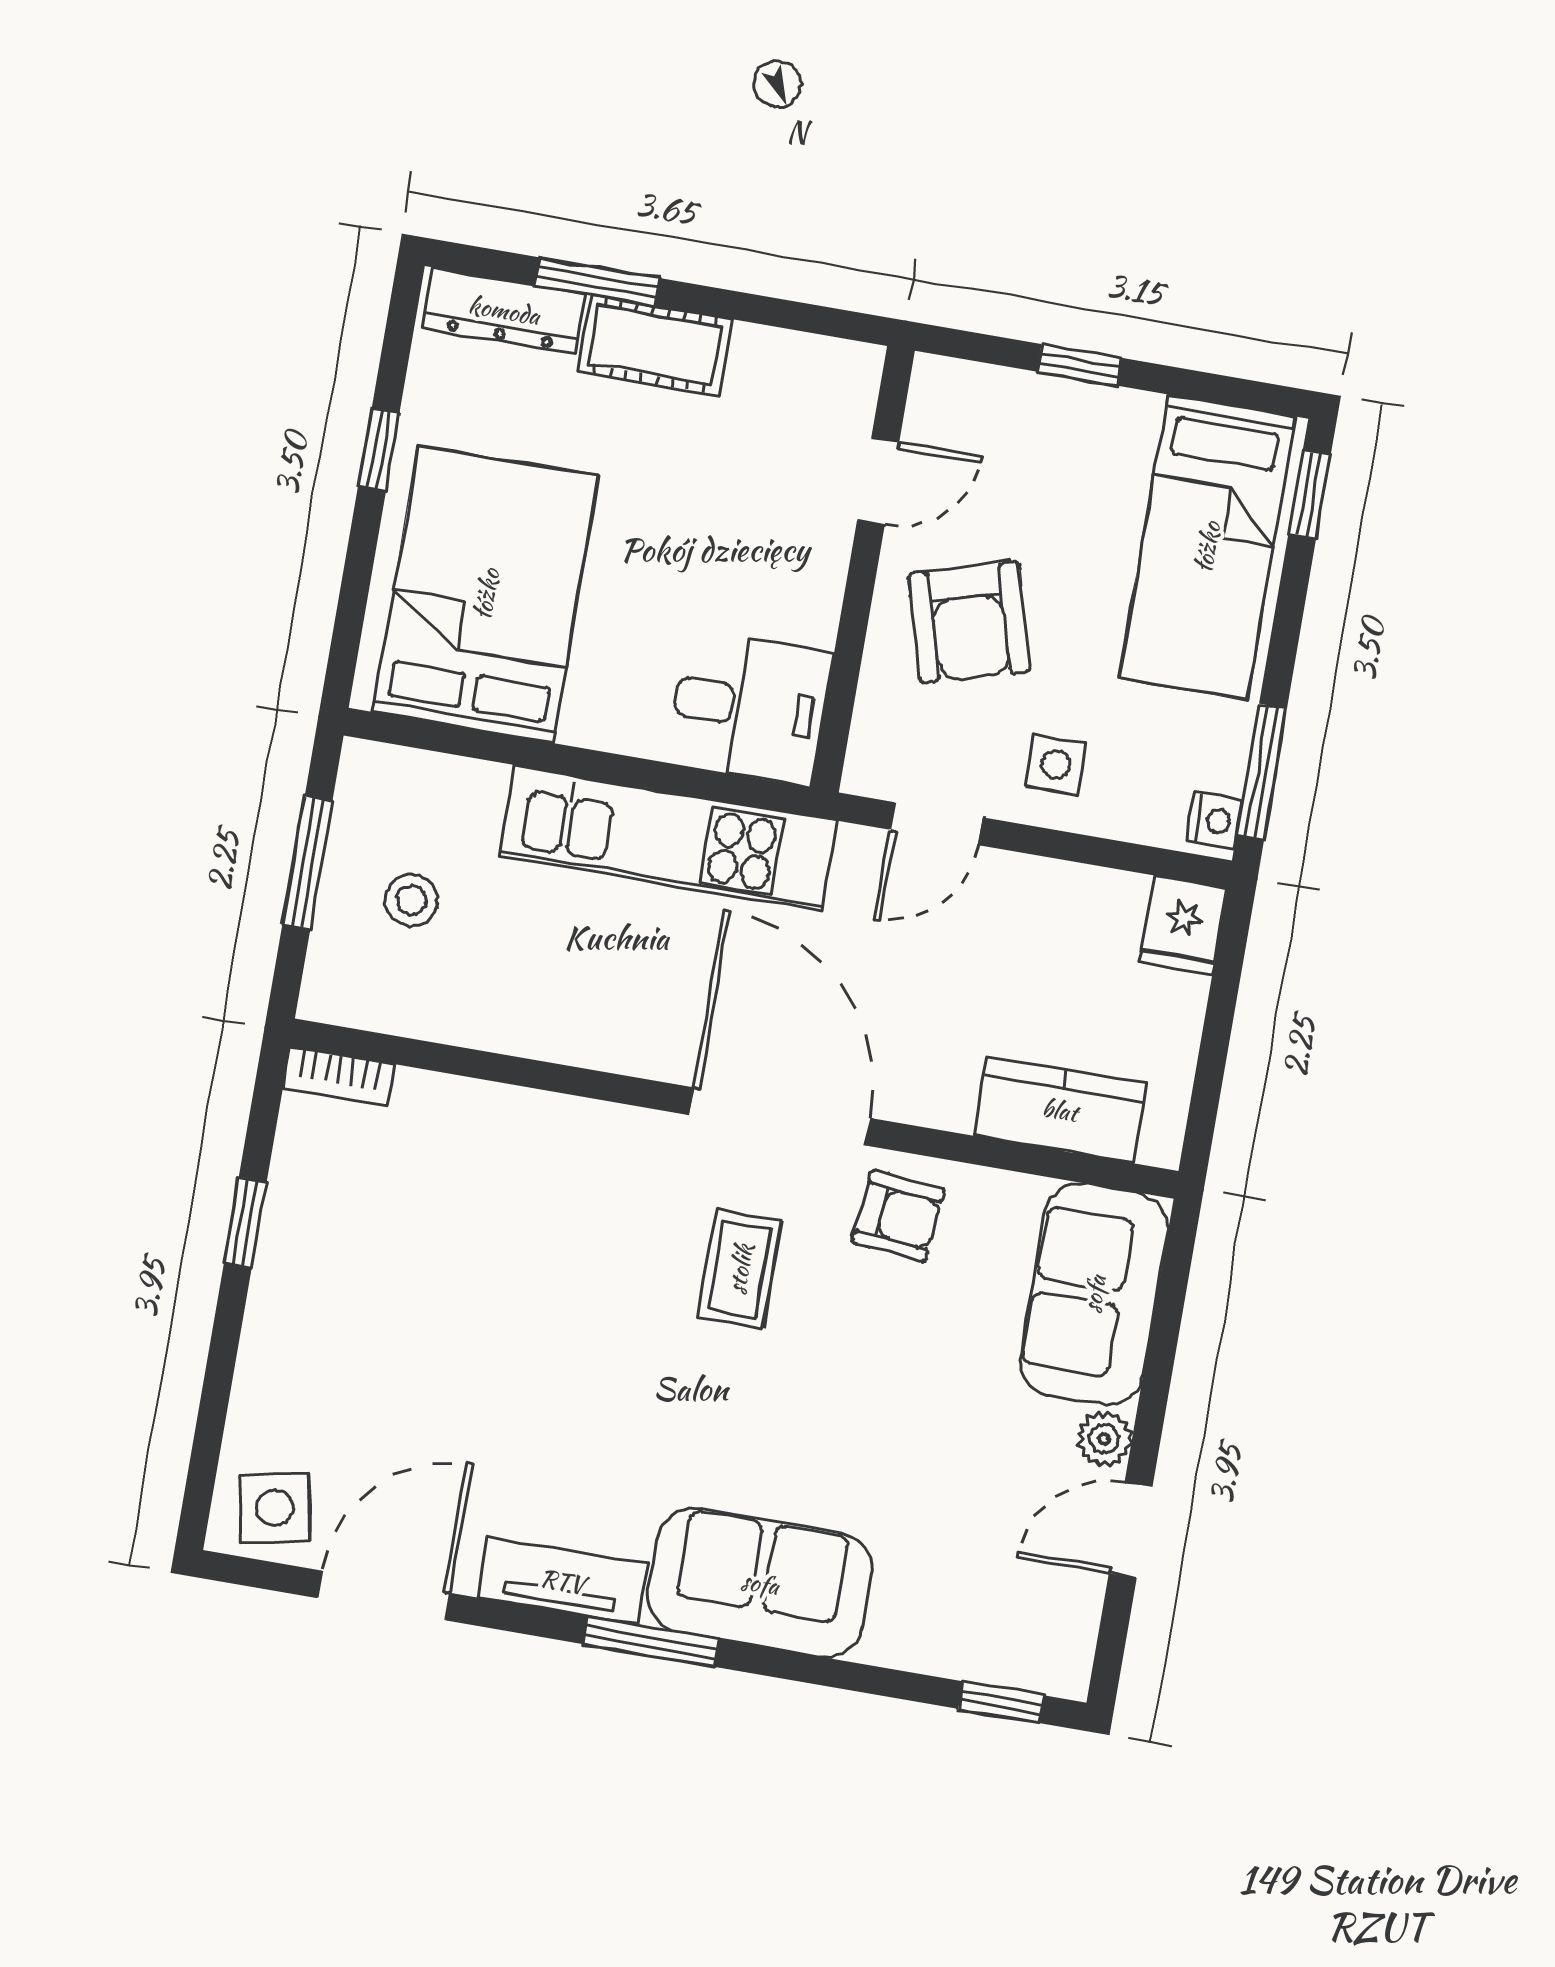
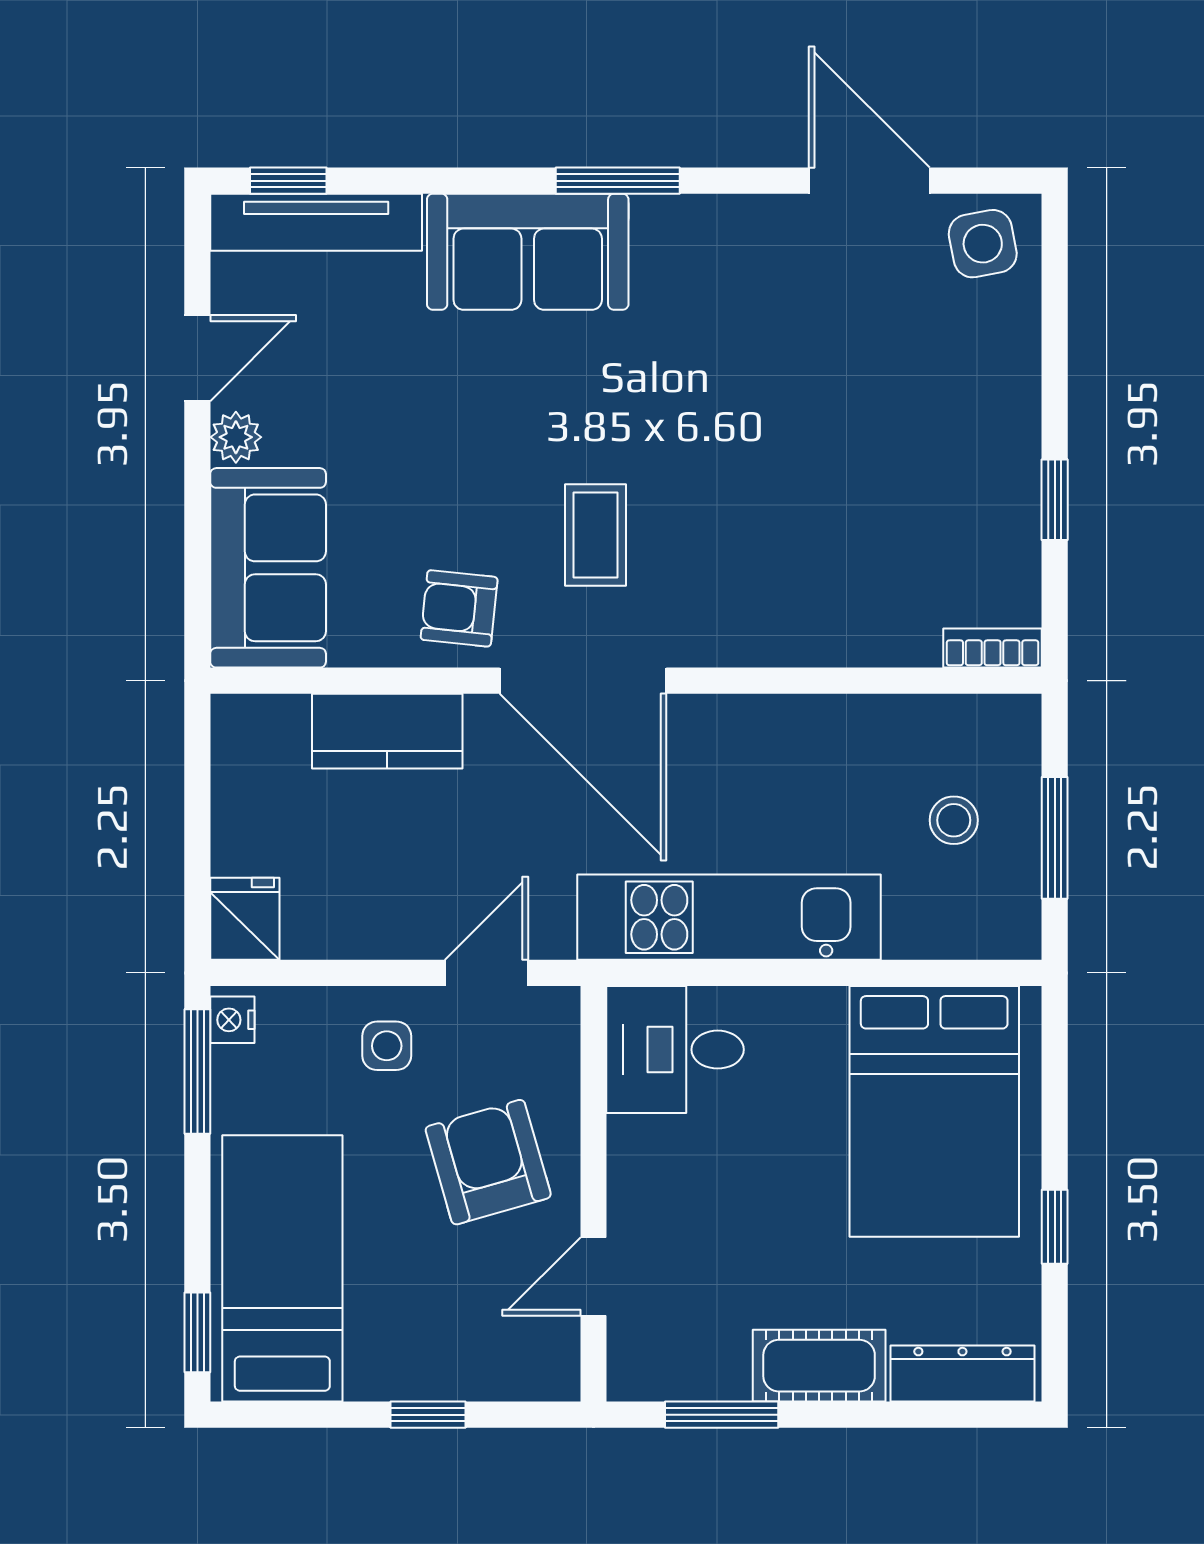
window: (597, 282) -> (722, 1415), moved
kitchen counter: (1060, 1110) -> (387, 731), moved
tv unit: (562, 1581) -> (316, 222), moved, width x1.41
door: (384, 1596) -> (869, 181), swing flipped

